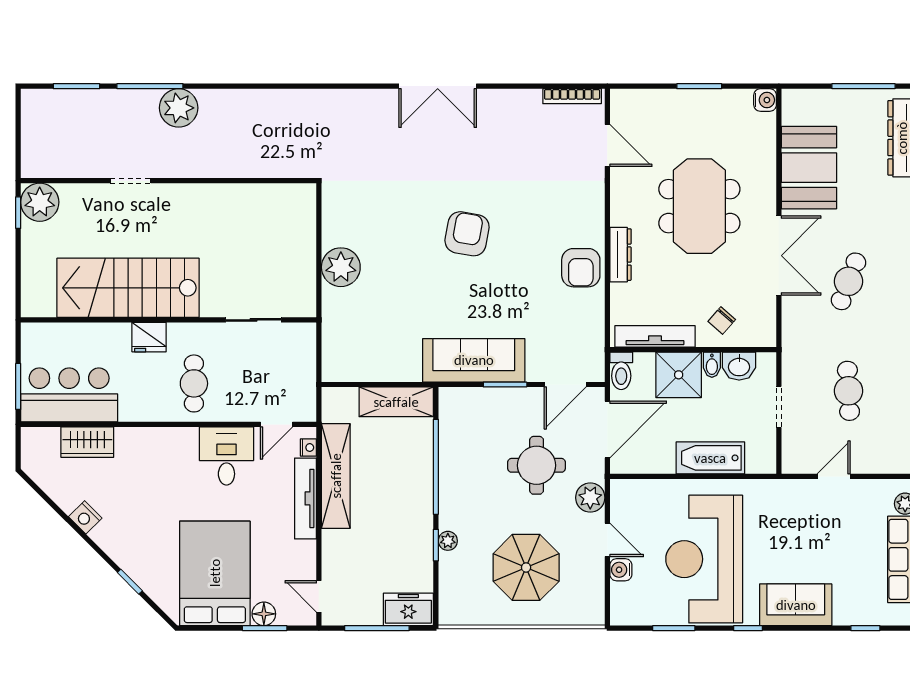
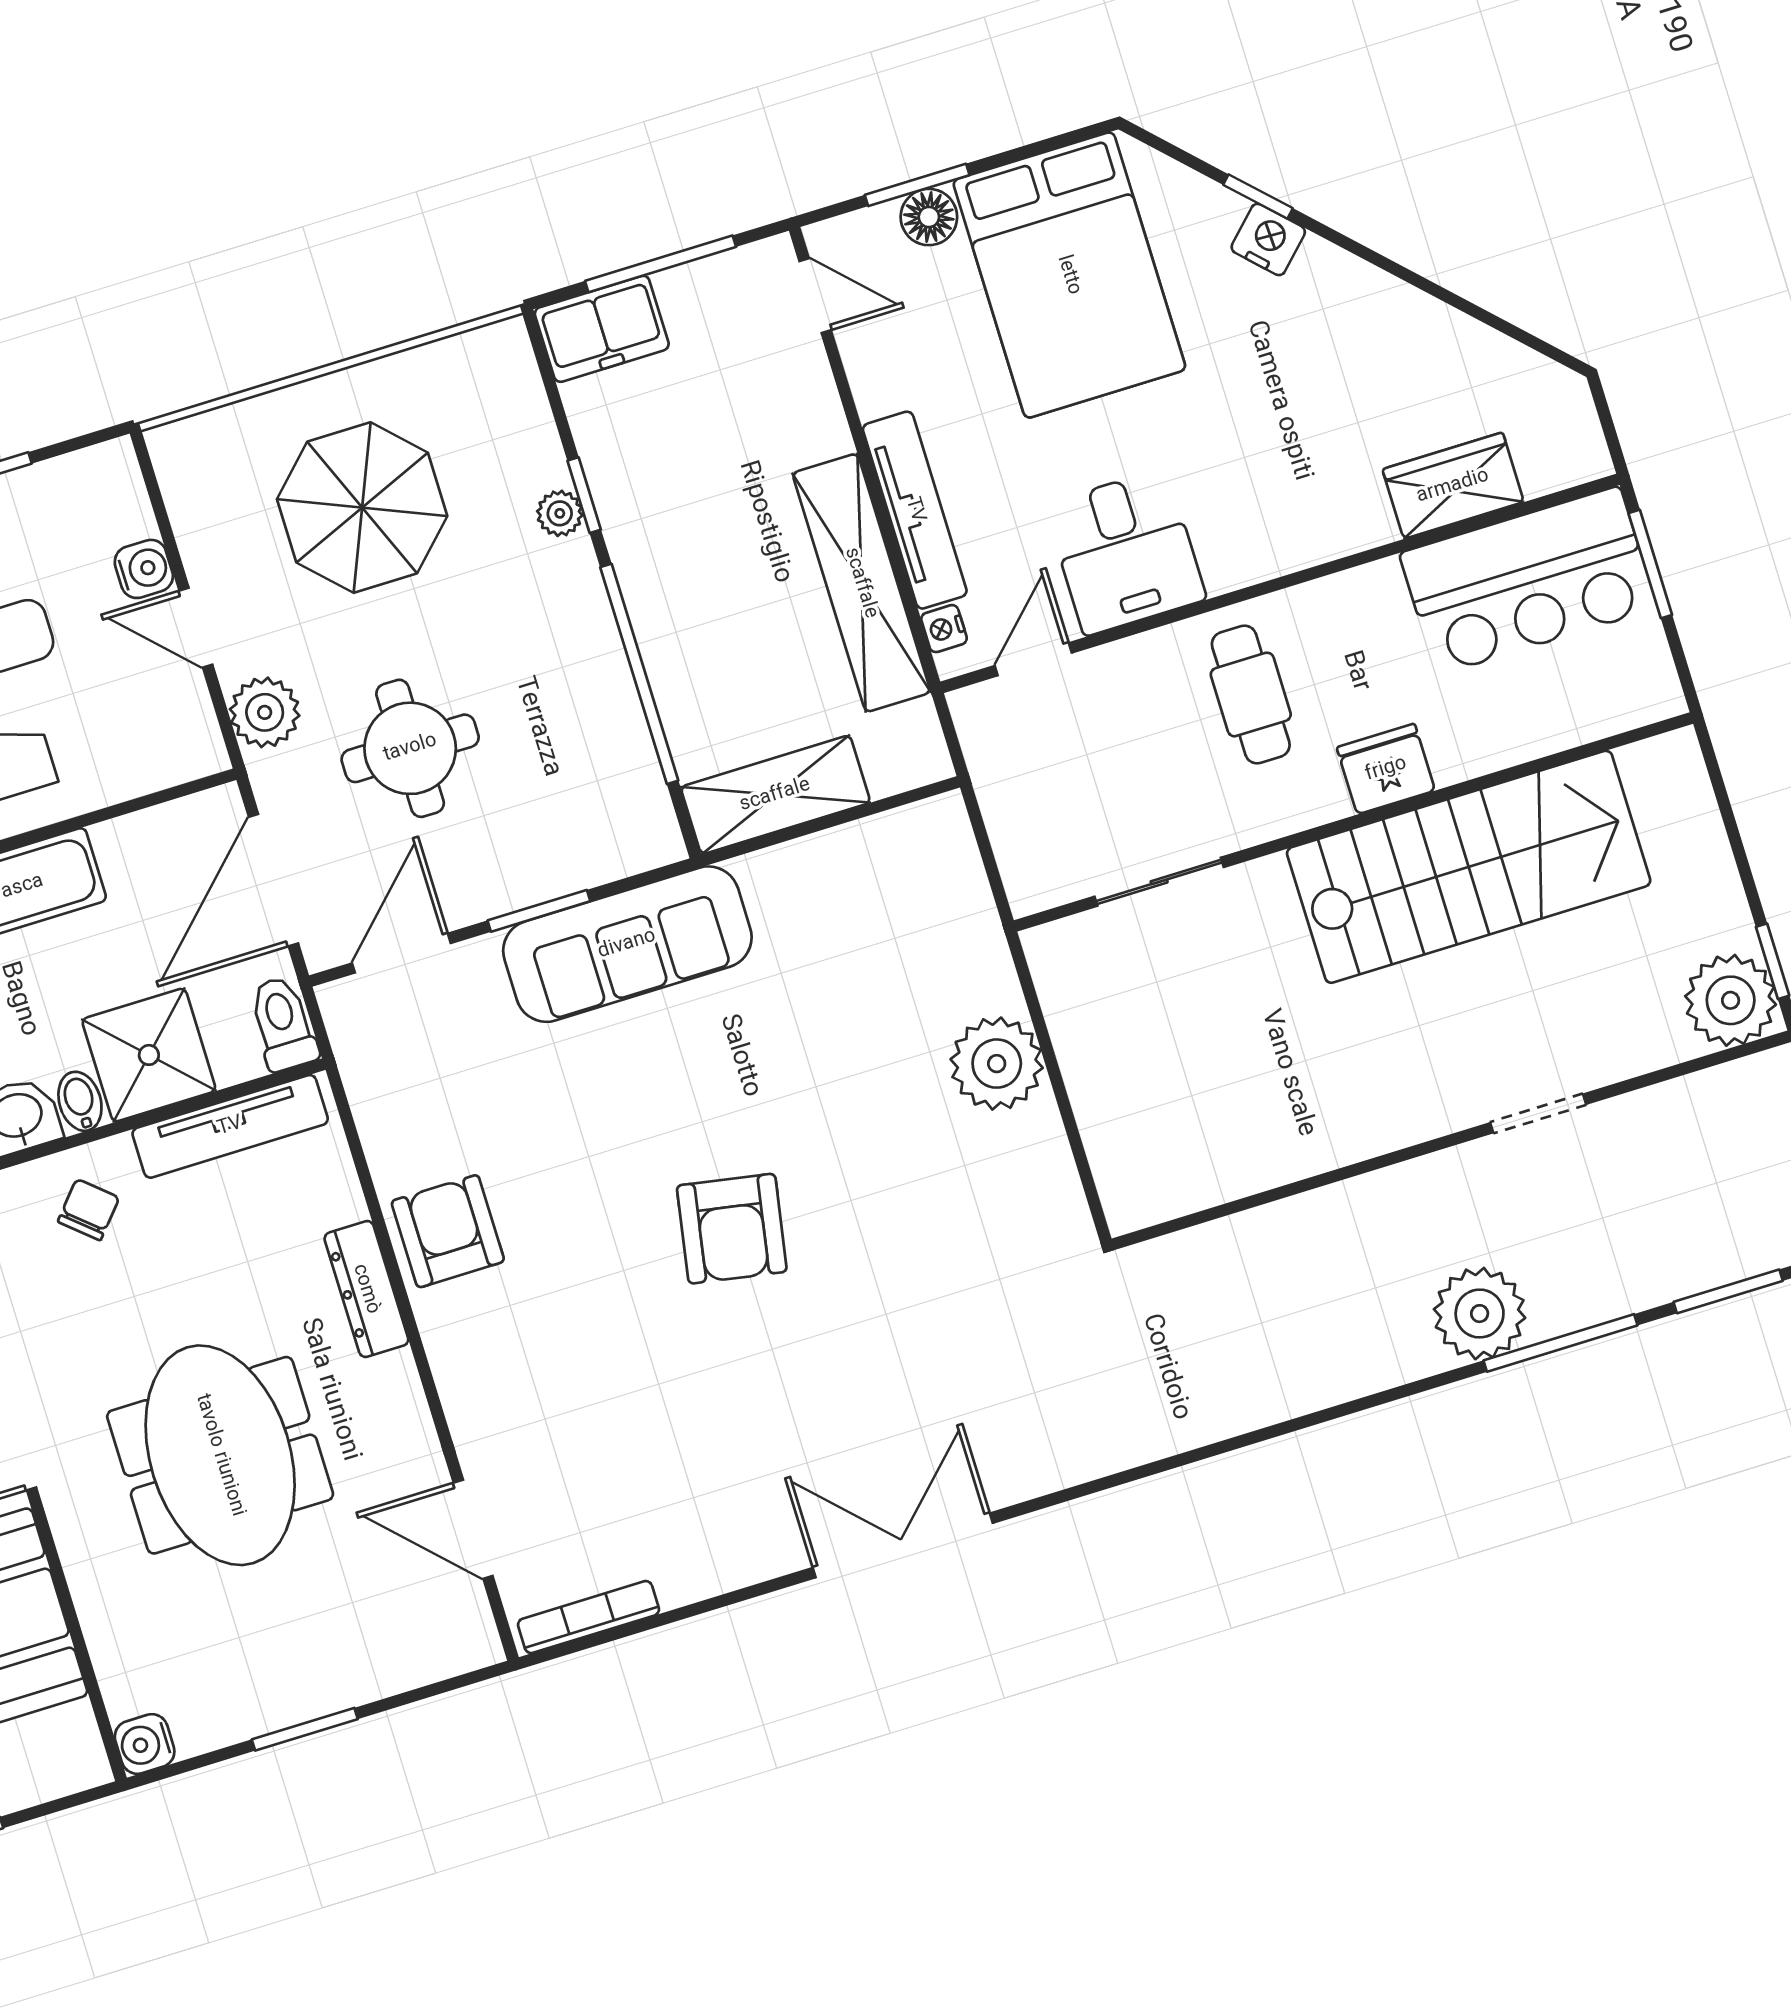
nightstand: (85, 517) -> (1268, 239), moved

